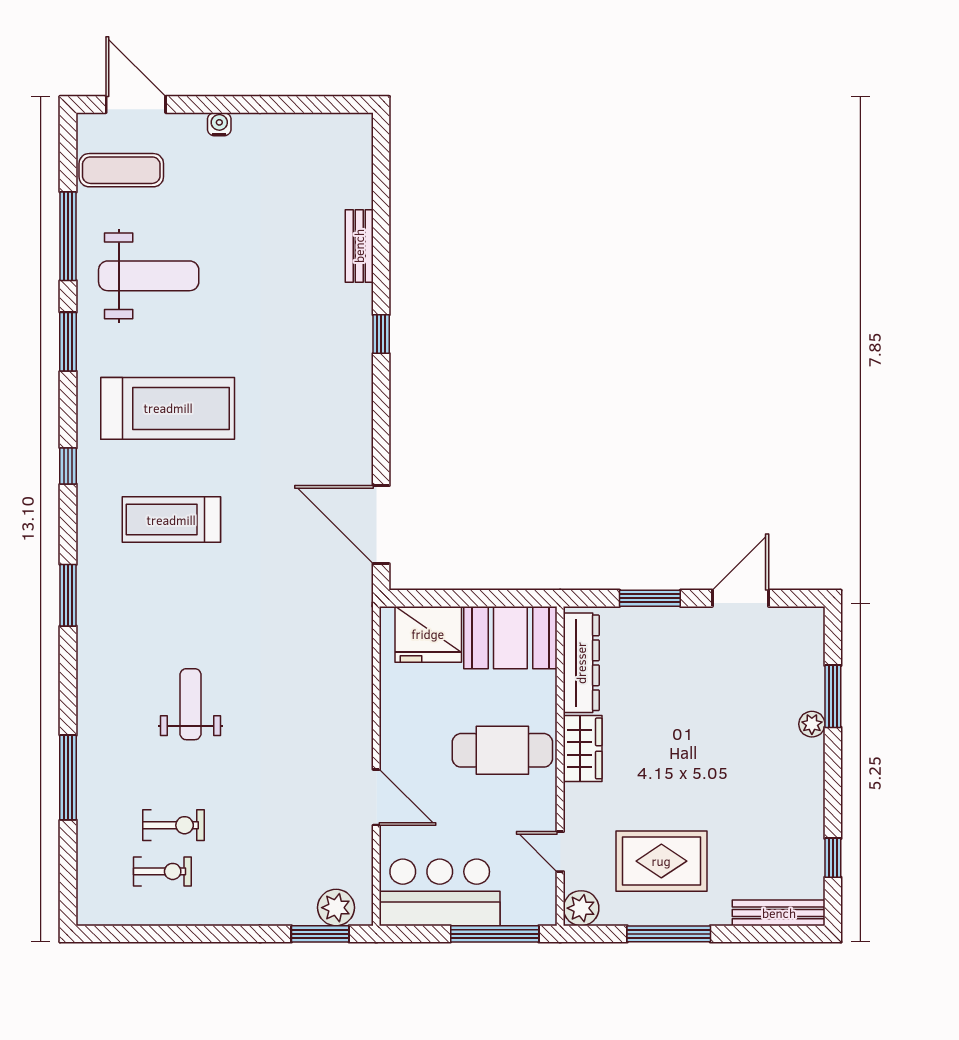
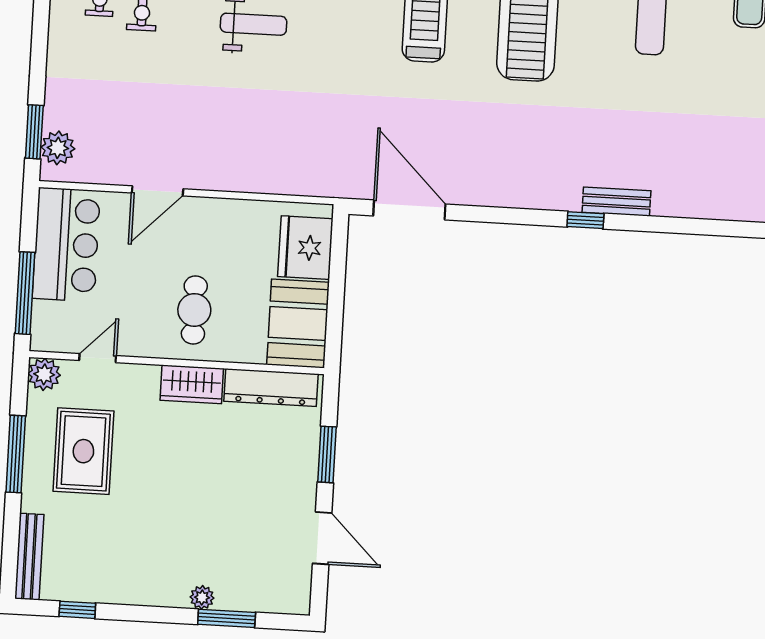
bench: (359, 246) -> (616, 202), moved
door: (381, 525) -> (409, 210), hinge flipped
cafe table: (502, 750) -> (194, 310), width x0.73, depth x0.74

